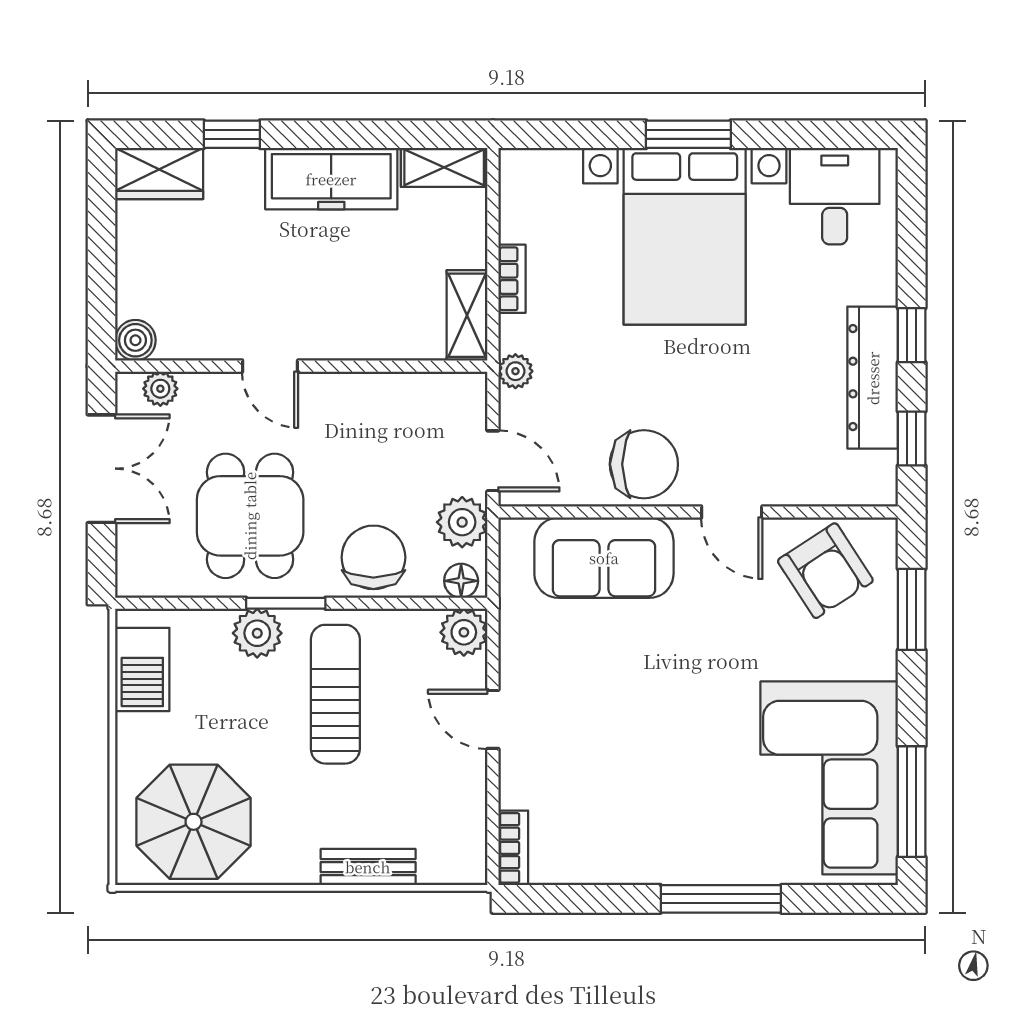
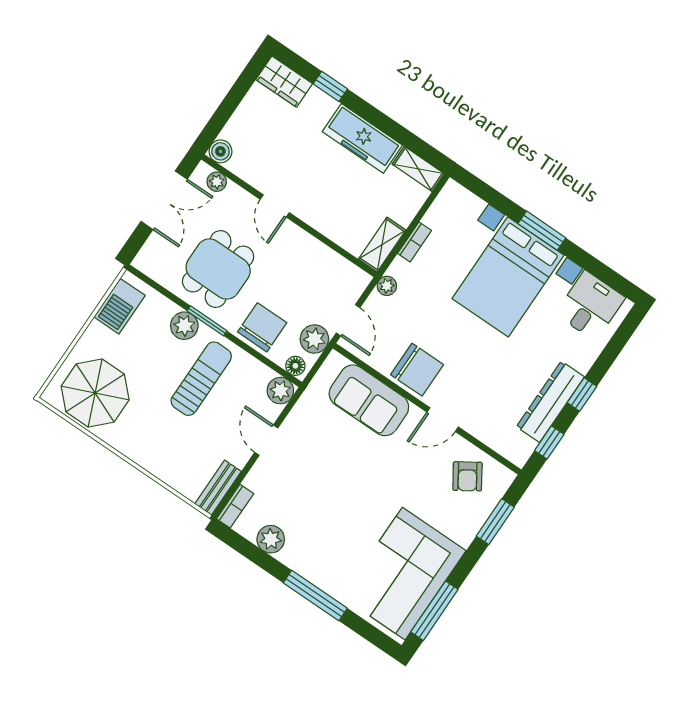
door: (732, 512) -> (443, 420), hinge flipped
armchair: (825, 571) -> (467, 476), width x0.72, depth x0.72
plant: (599, 861) -> (271, 539), added
bench: (368, 867) -> (218, 488), moved, turned 90

